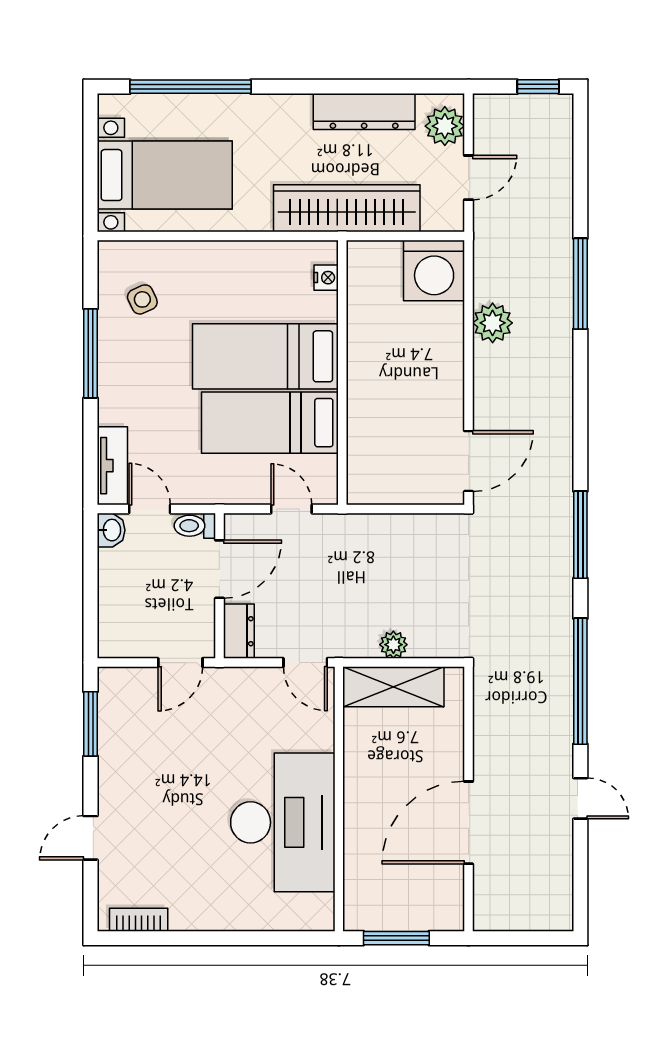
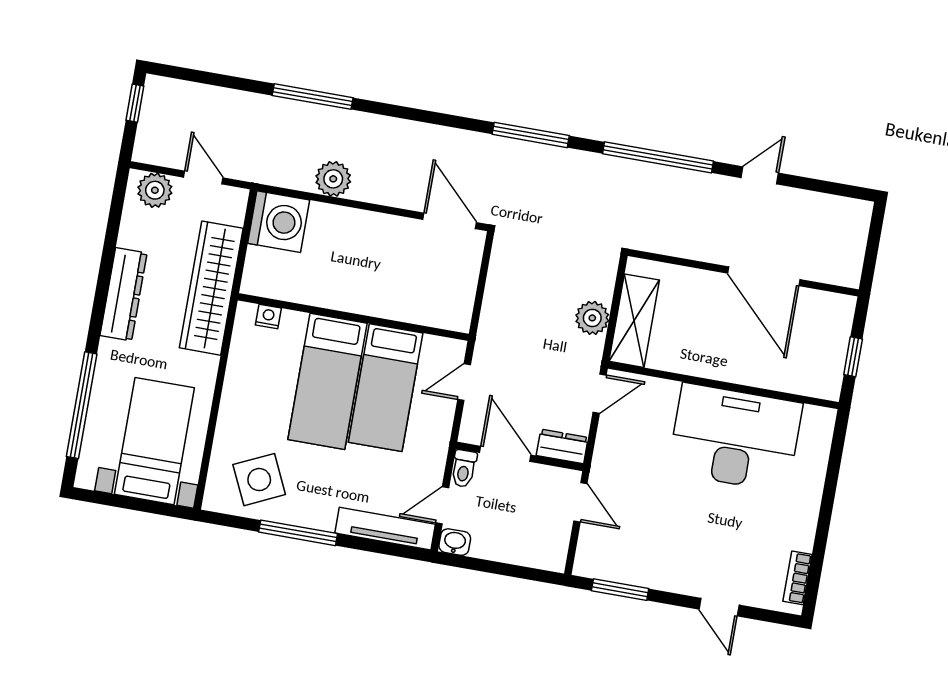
dresser: (364, 112) -> (124, 294), moved
side table: (142, 299) -> (259, 480), width x1.87, depth x1.87
tv unit: (112, 466) -> (385, 529), width x1.41
plant: (393, 645) -> (592, 318), width x1.38, depth x1.38
window: (396, 938) -> (853, 357), width x0.67

